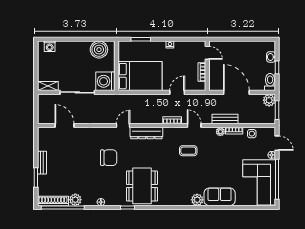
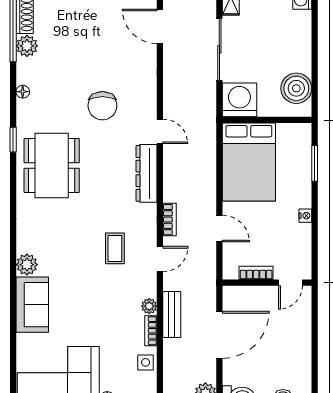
door: (64, 126) -> (160, 26), swing flipped
dining table: (142, 186) -> (52, 165), turned 90

